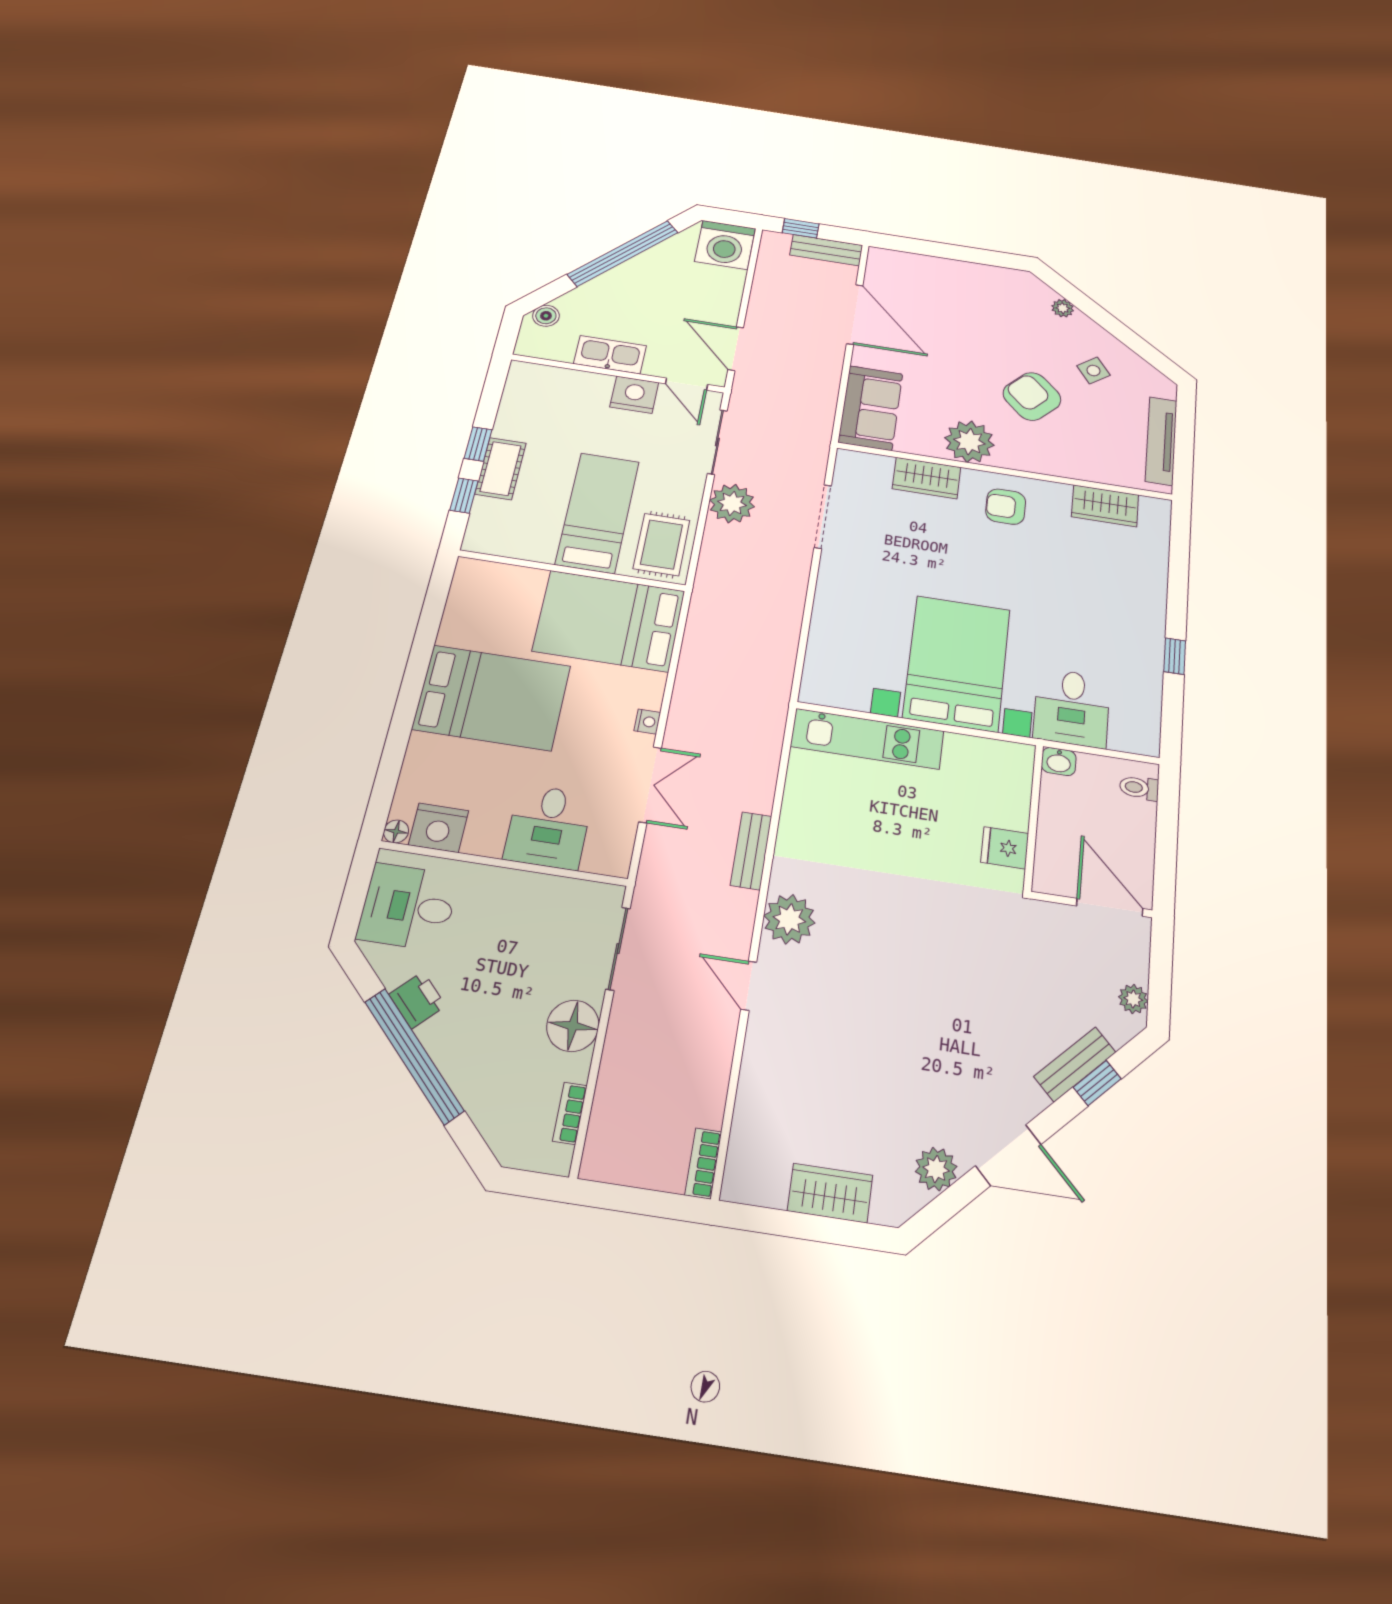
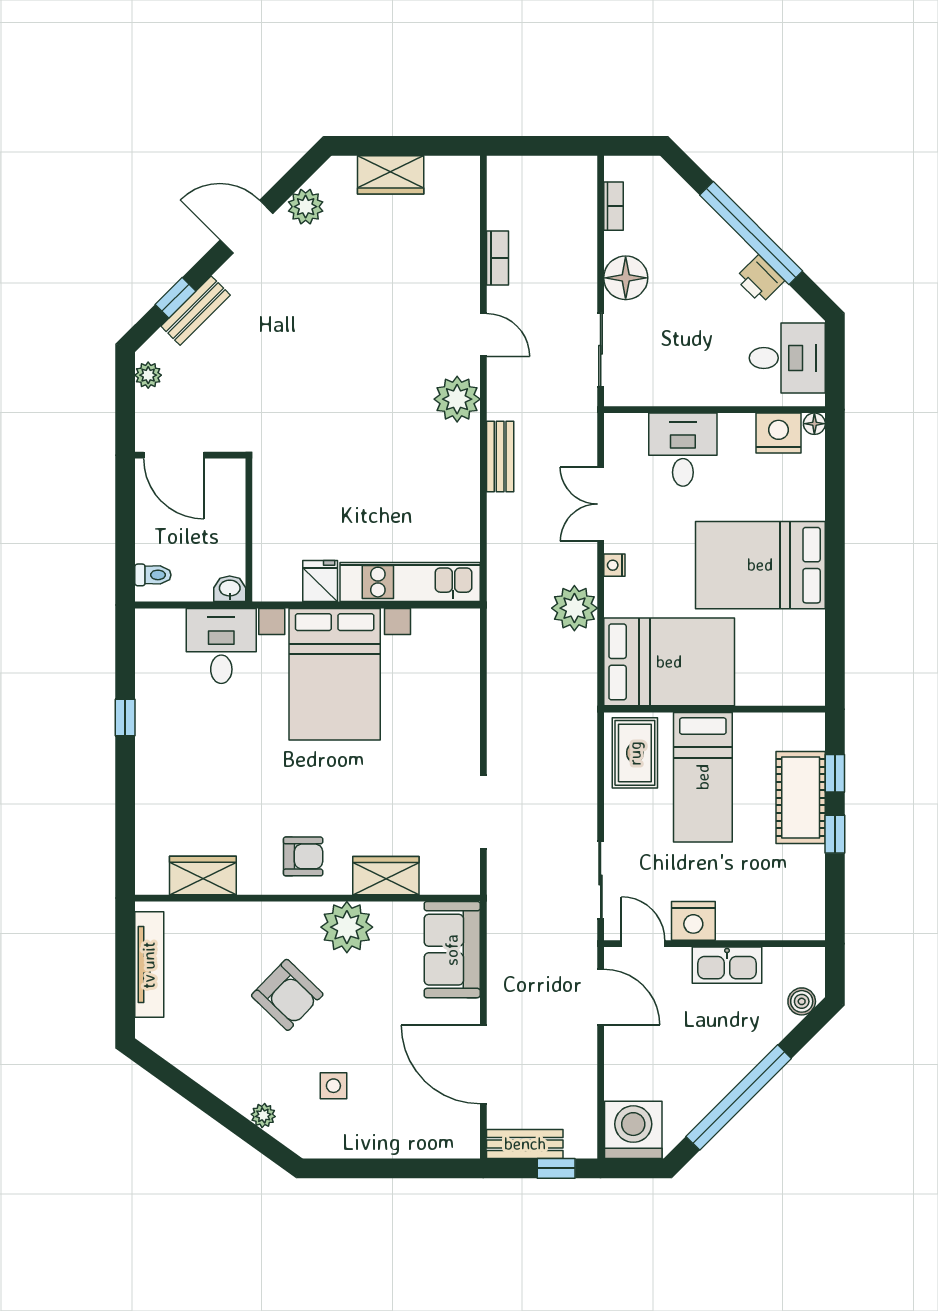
side table: (1093, 371) -> (333, 1086), moved, turned 36
cot: (501, 469) -> (801, 798), width x1.37, depth x1.34
plant: (732, 503) -> (574, 608), moved
fridge: (1005, 848) -> (320, 581), moved, turned -90
bookcase: (703, 1163) -> (497, 258), moved

